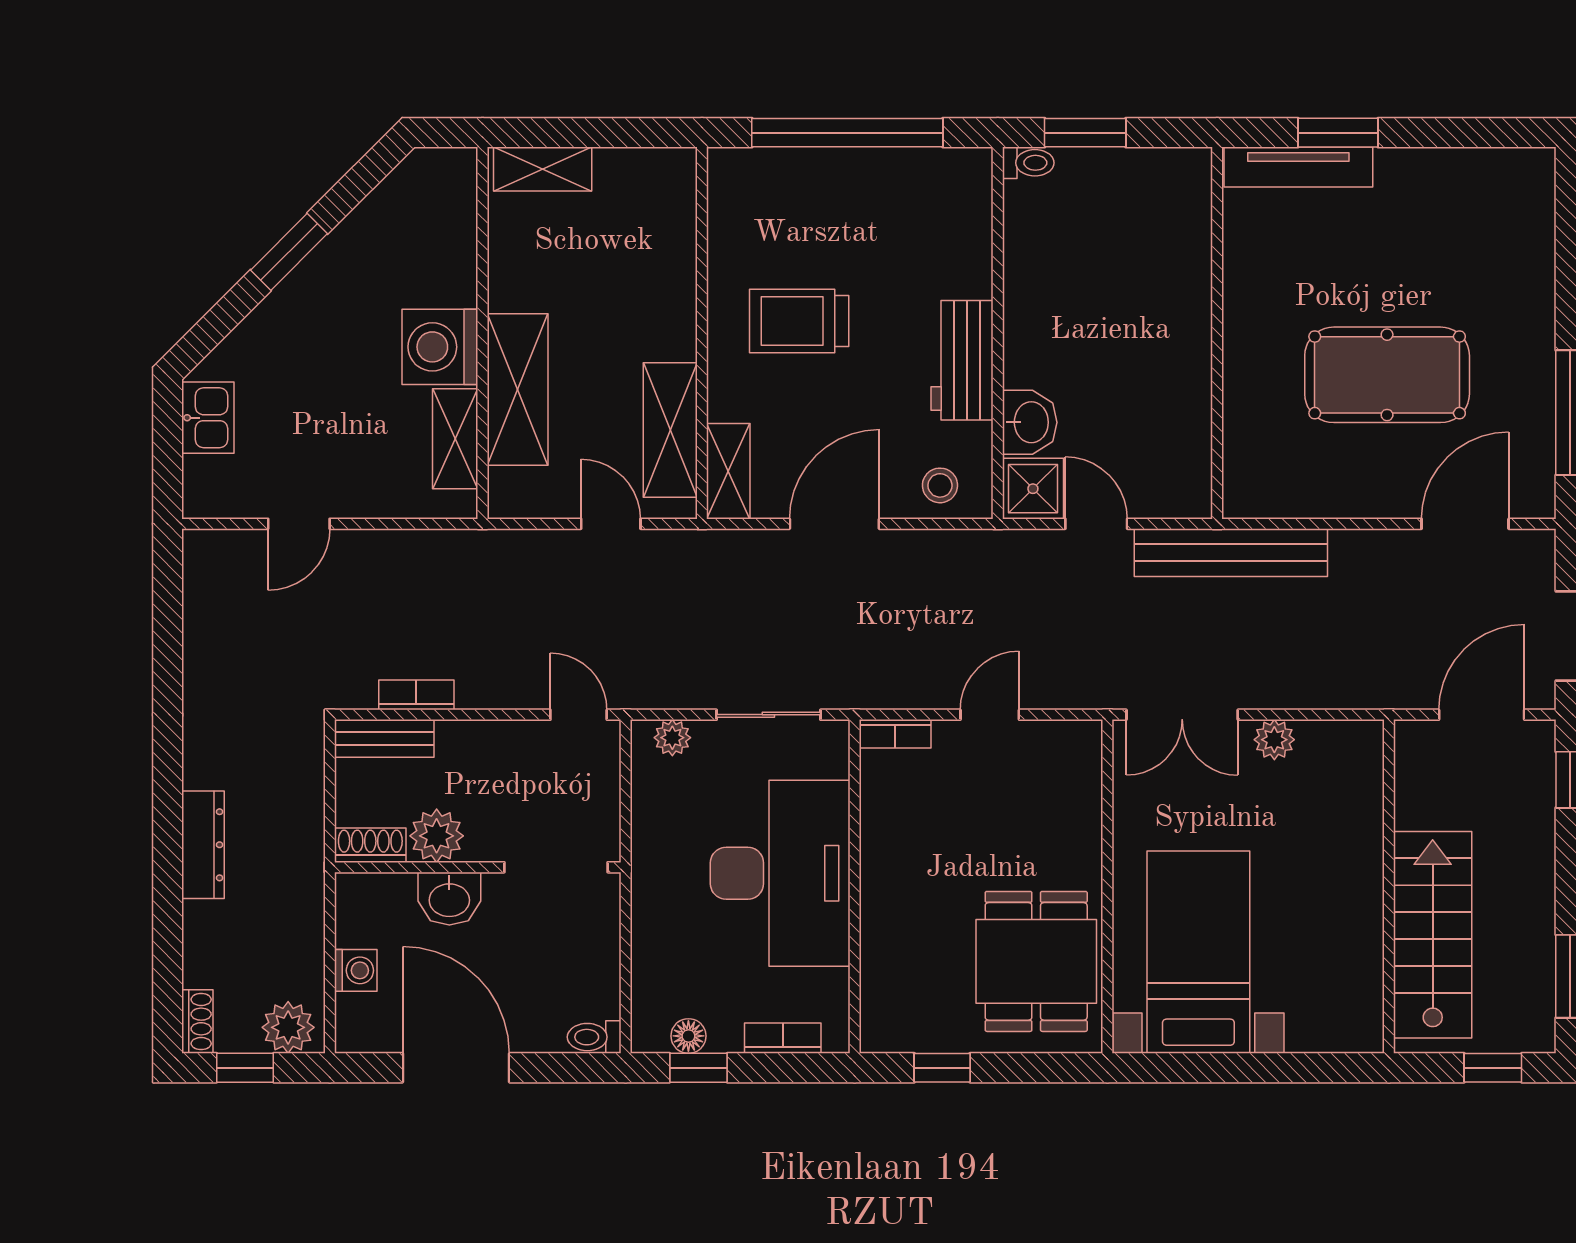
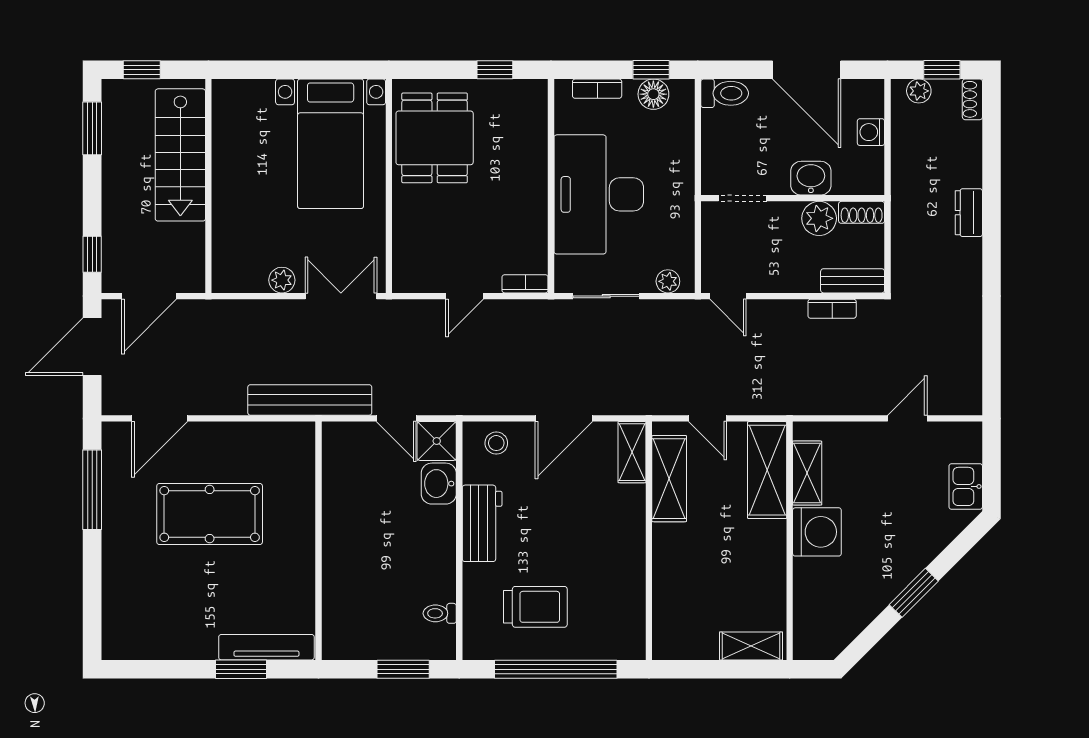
toilet: (1028, 163) -> (440, 613), moved
trolley: (799, 321) -> (535, 607), moved
shelving: (518, 389) -> (767, 470), moved
dresser: (203, 845) -> (969, 213), width x0.70
doorway: (556, 867) -> (742, 198), width x0.73
plant: (288, 1027) -> (919, 91), width x0.73, depth x0.73
floor lamp: (688, 1036) -> (653, 94), width x1.37, depth x1.37
toilet: (594, 1037) -> (725, 93), width x1.37, depth x1.39

